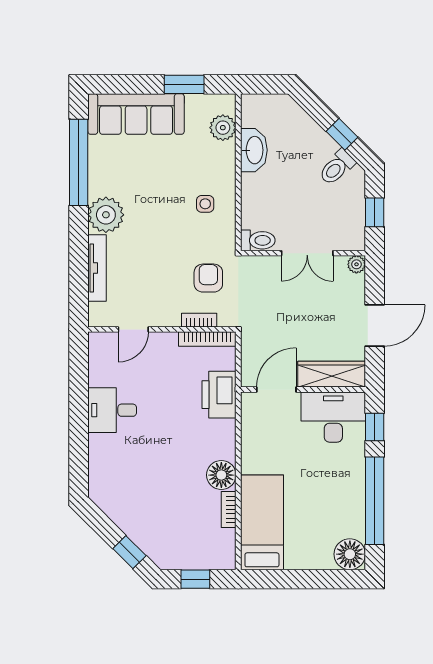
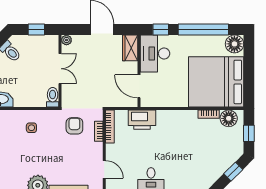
armchair: (208, 278) -> (74, 126), turned 90
wardrobe: (332, 374) -> (130, 48), width x0.67
floor lamp: (221, 475) -> (229, 118), moved
bed: (262, 522) -> (216, 82), width x2.04

